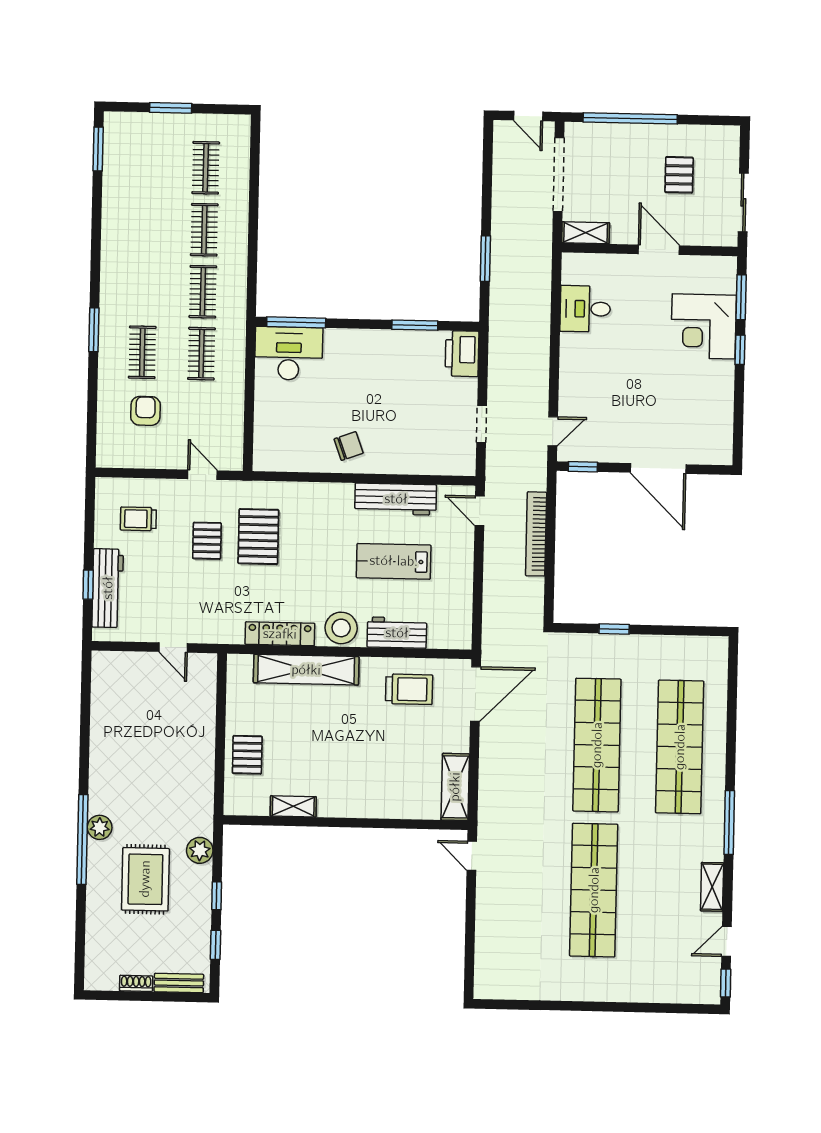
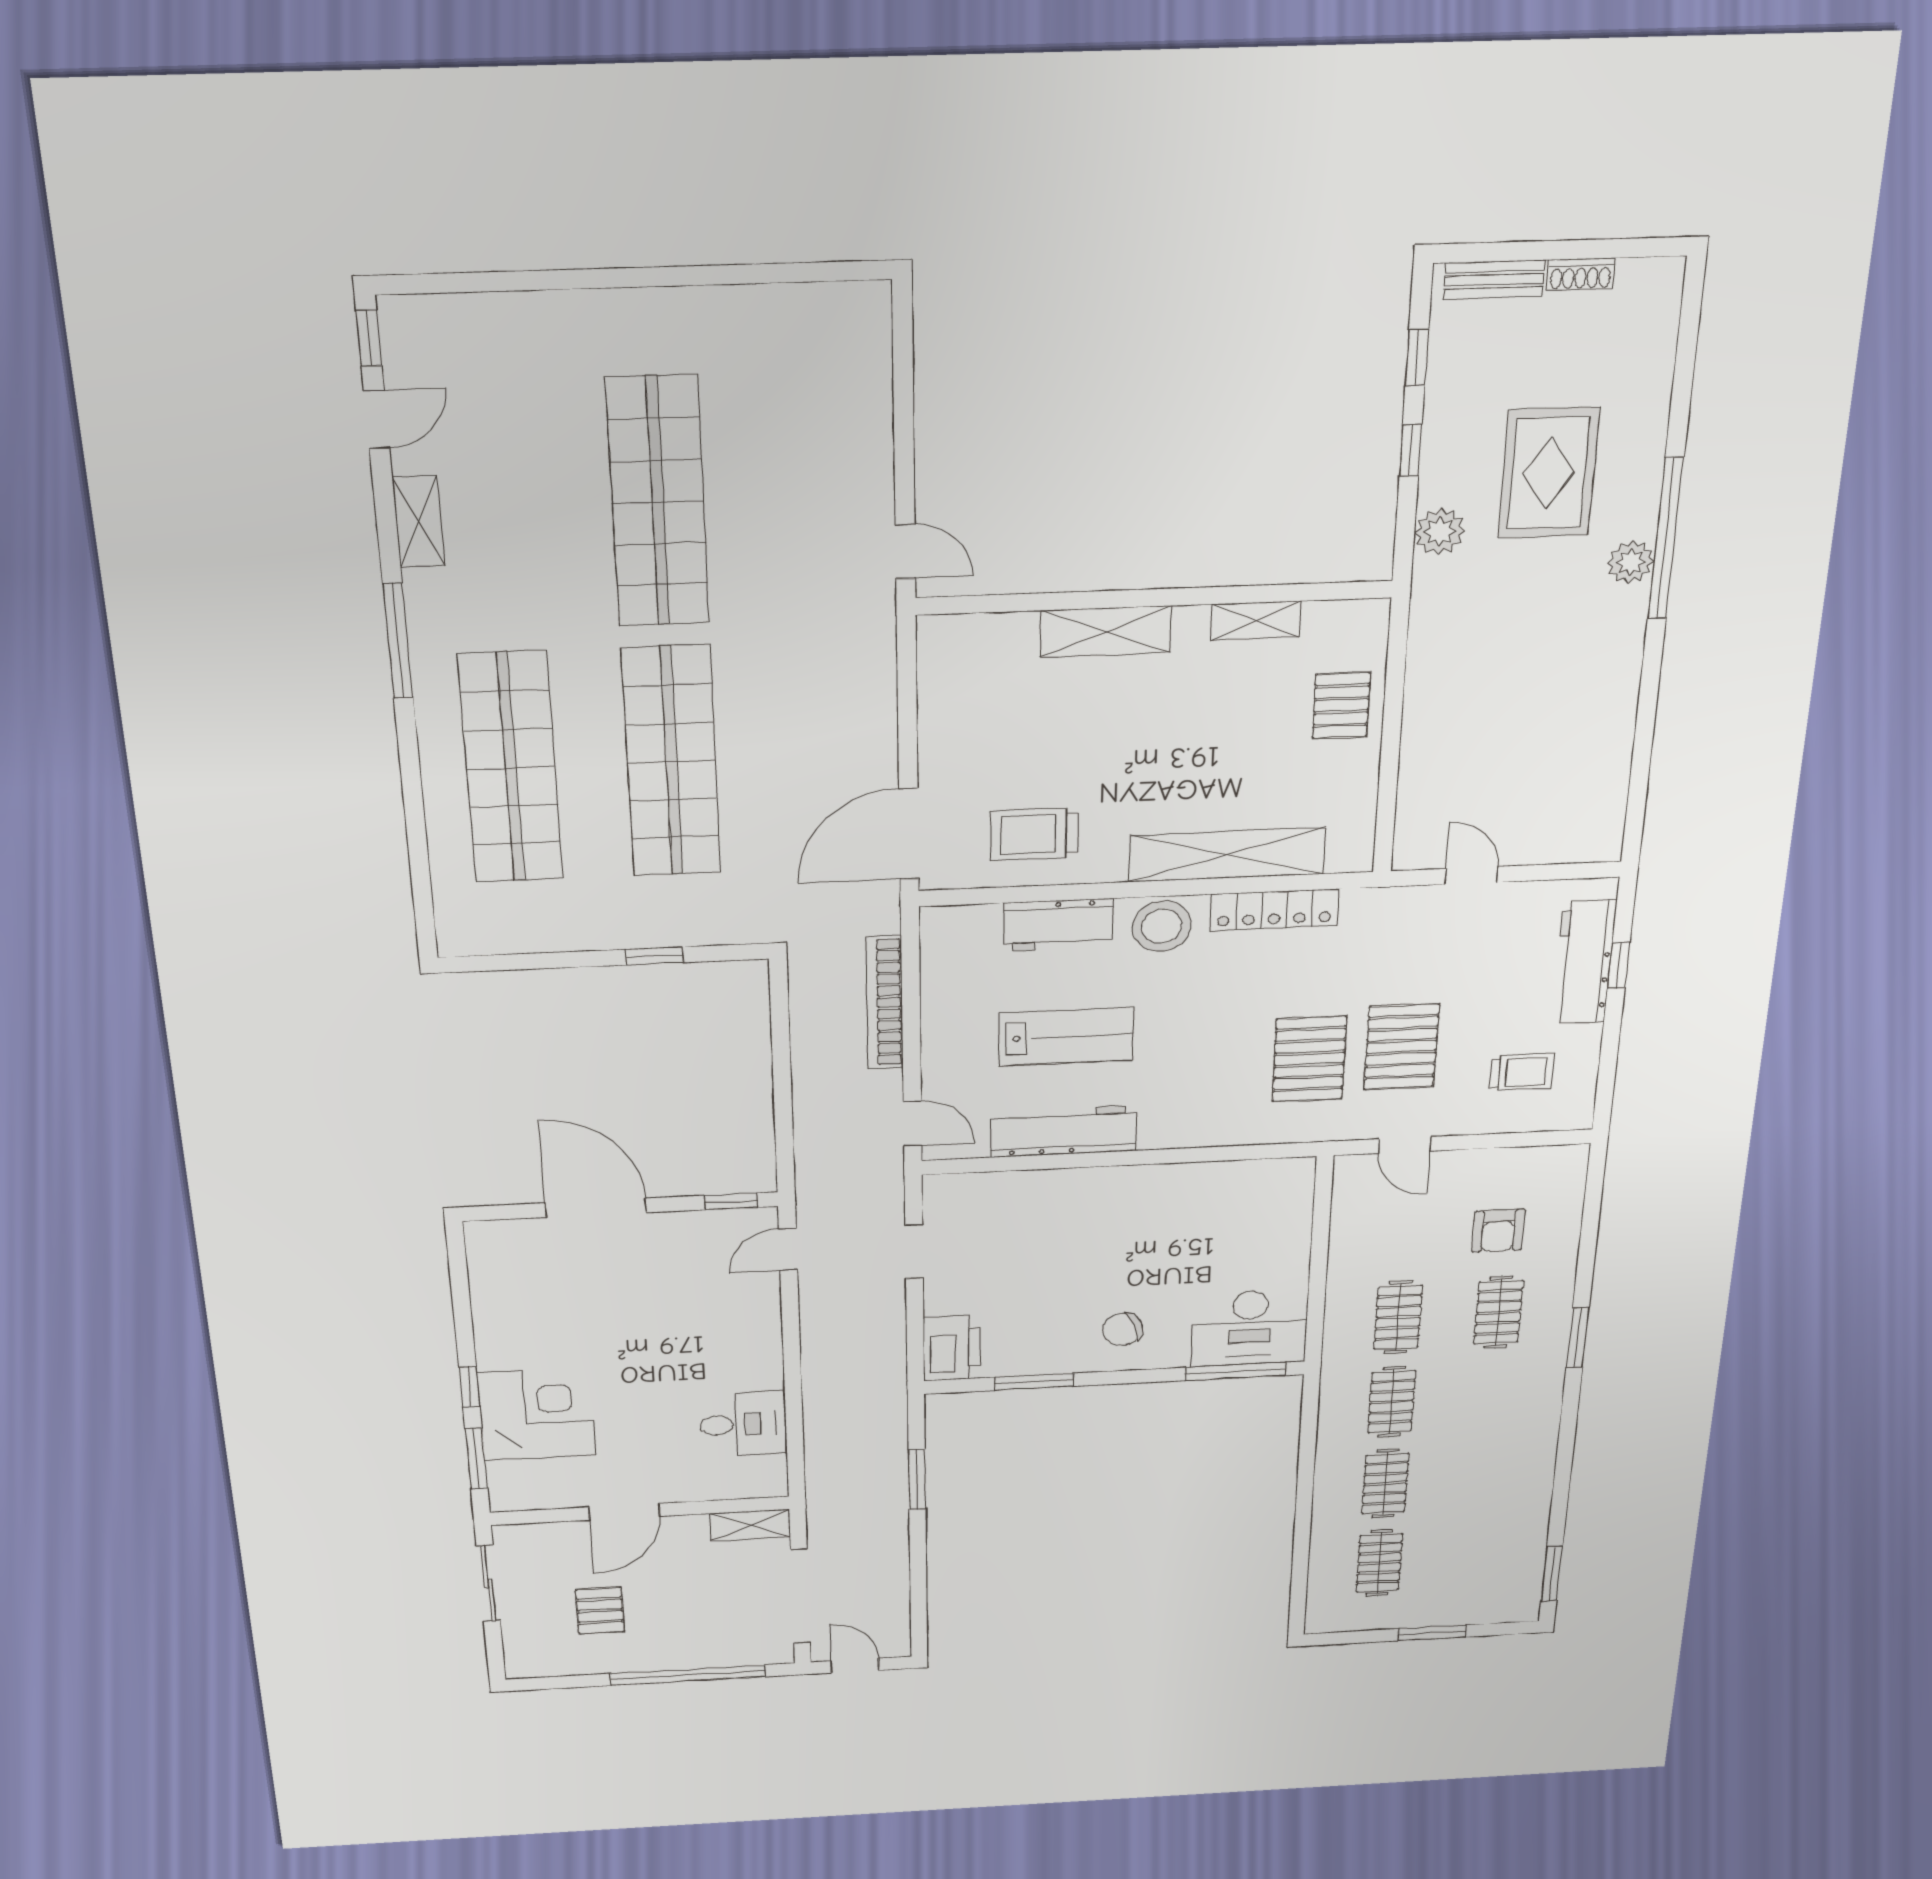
door: (659, 250) -> (624, 1512), hinge flipped
chair: (349, 446) -> (1123, 1329), moved
bookcase: (536, 534) -> (885, 1003), moved, turned 180
pallet: (207, 541) -> (1401, 1047), width x1.50, depth x1.42
shelving: (455, 787) -> (1106, 632), moved, turned 90

